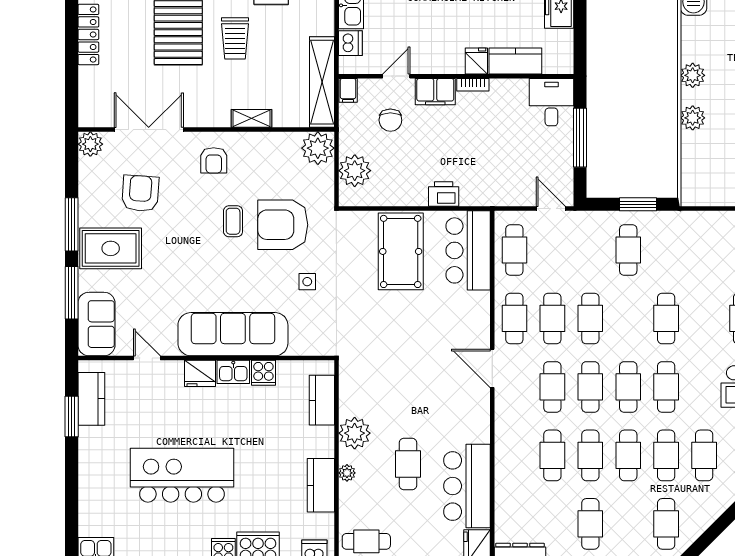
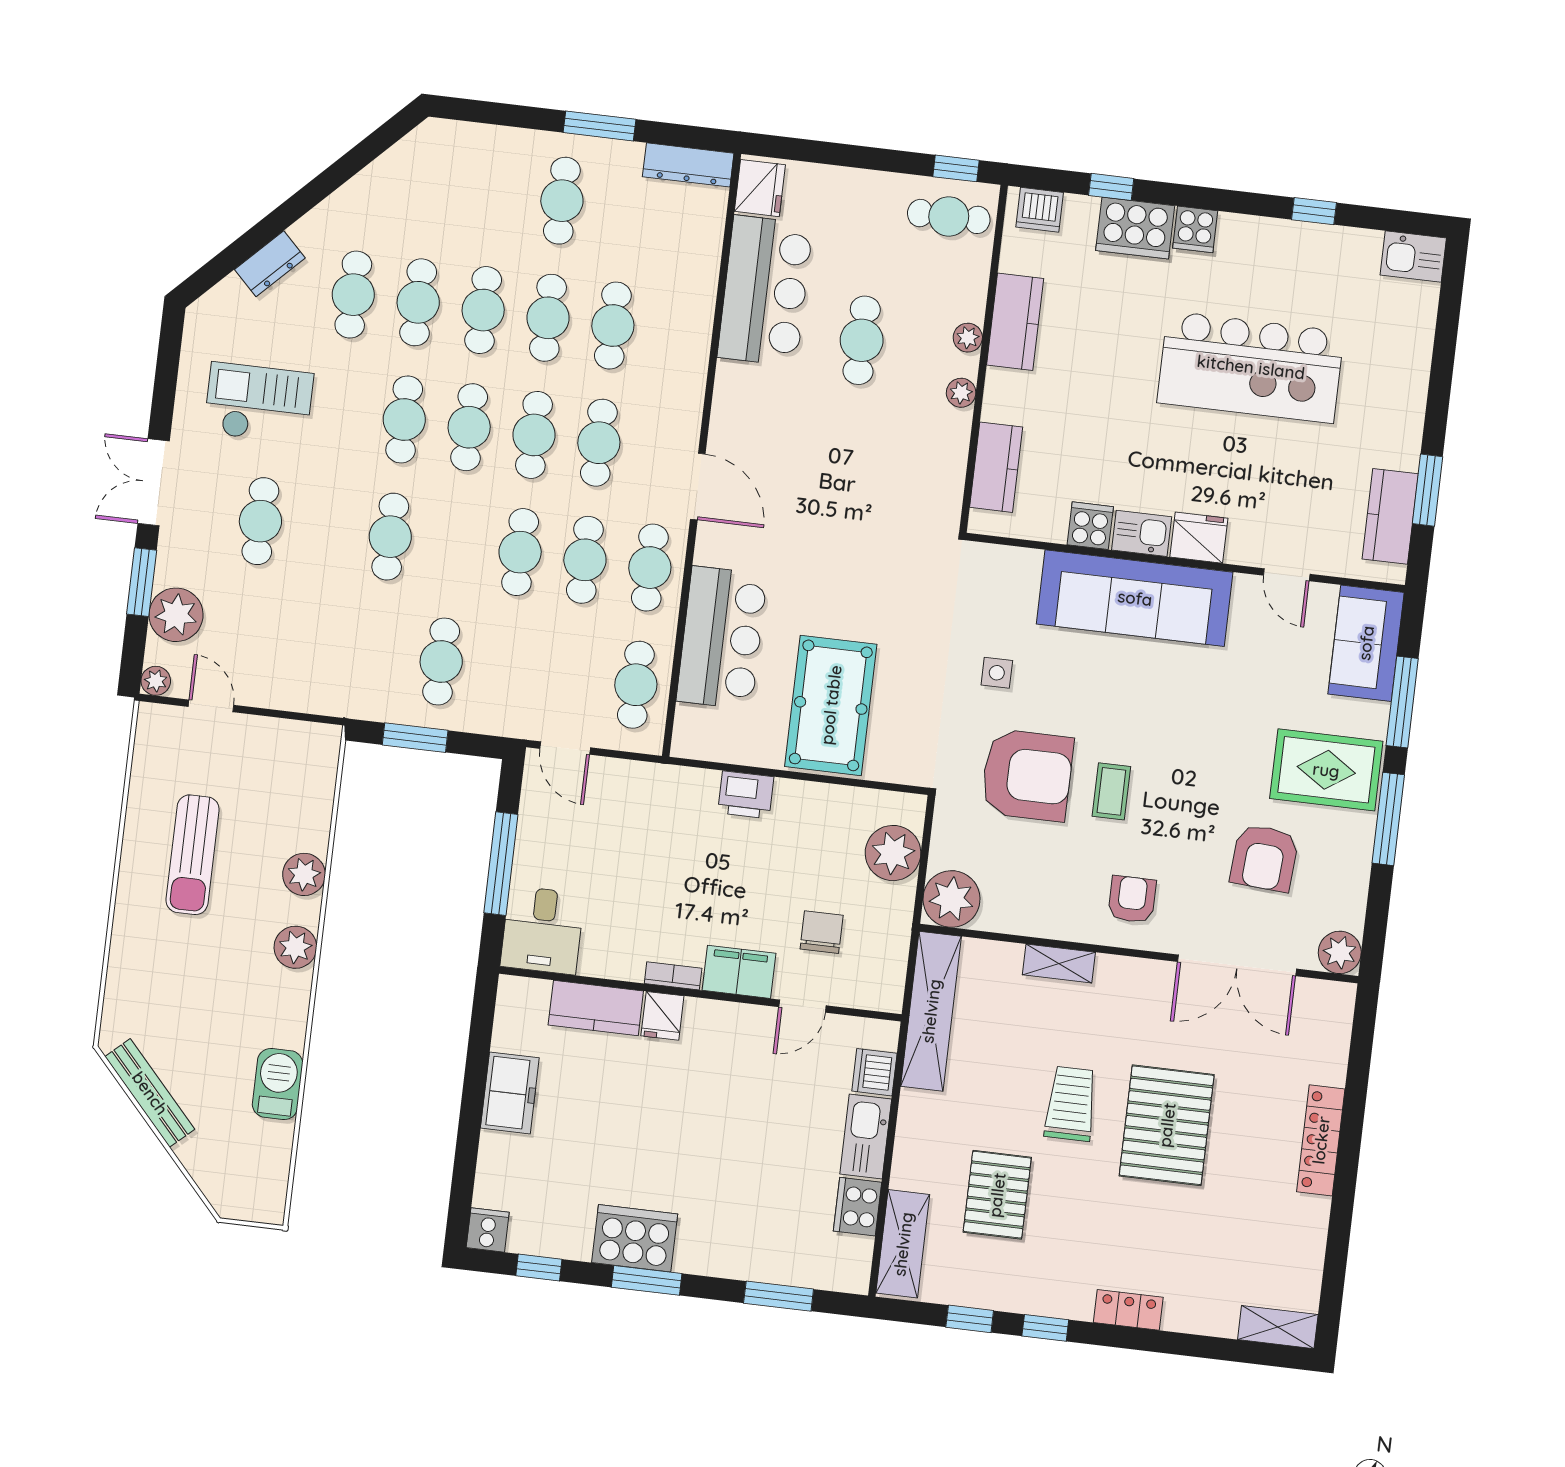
filing cabinet: (348, 90) -> (888, 992), removed
bar counter: (468, 250) -> (722, 638), moved
plant: (355, 433) -> (961, 393), width x0.53, depth x0.53
cafe table: (666, 524) -> (432, 185), removed

